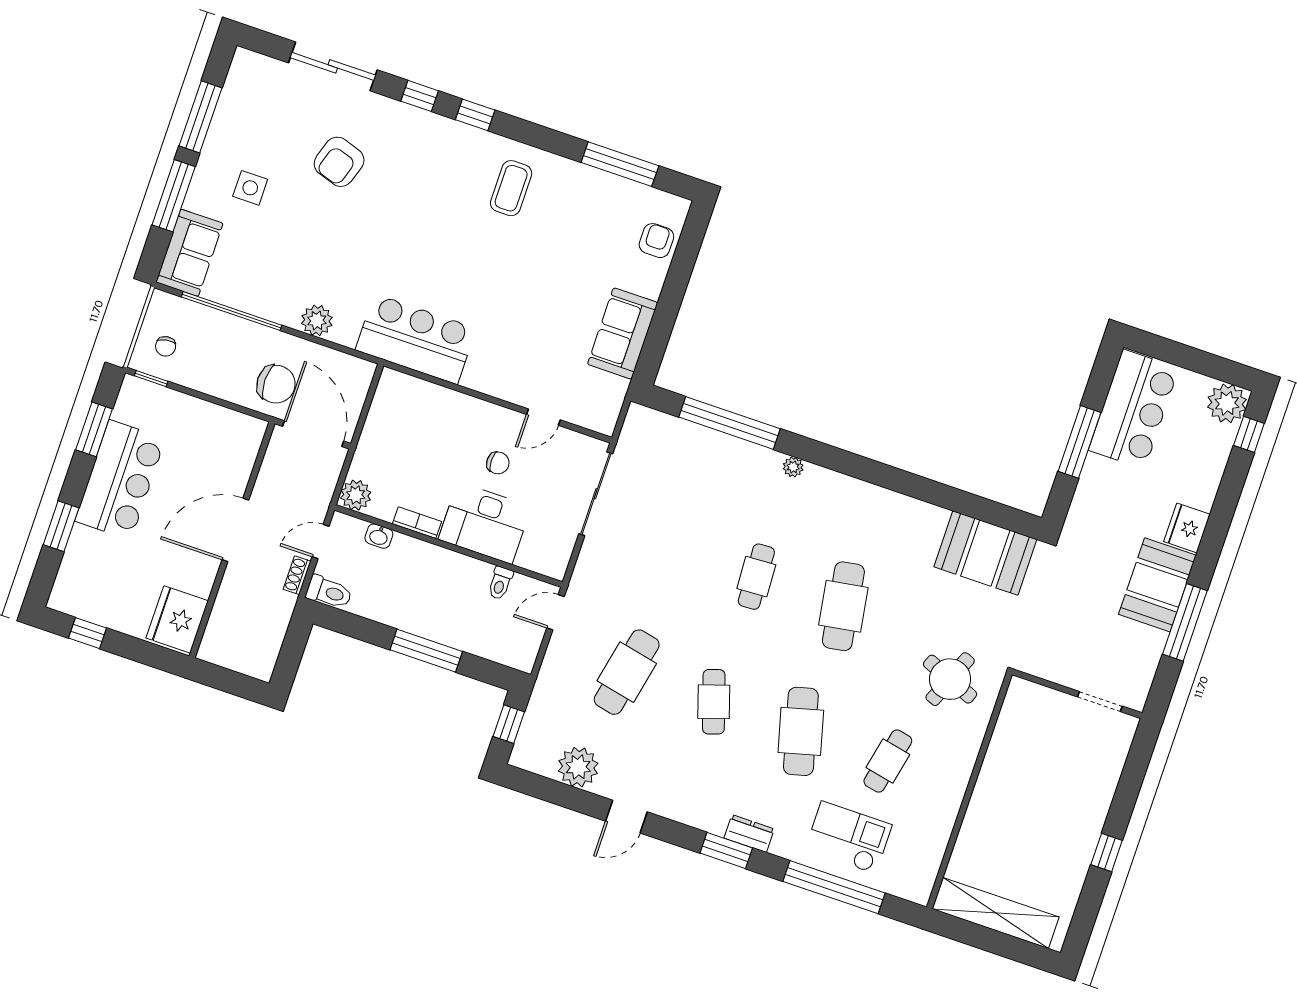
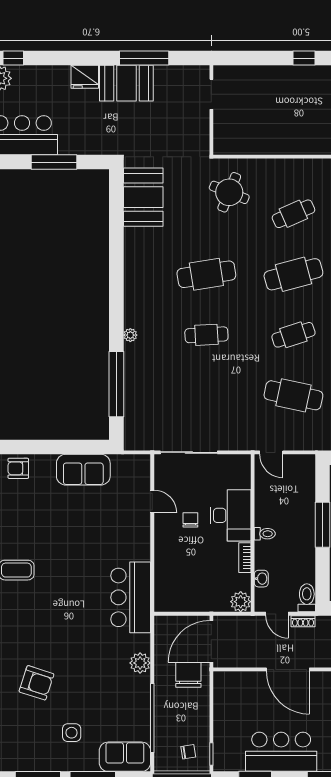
toilet: (500, 583) -> (265, 534), moved
cafe table: (888, 761) -> (293, 214), turned -36

